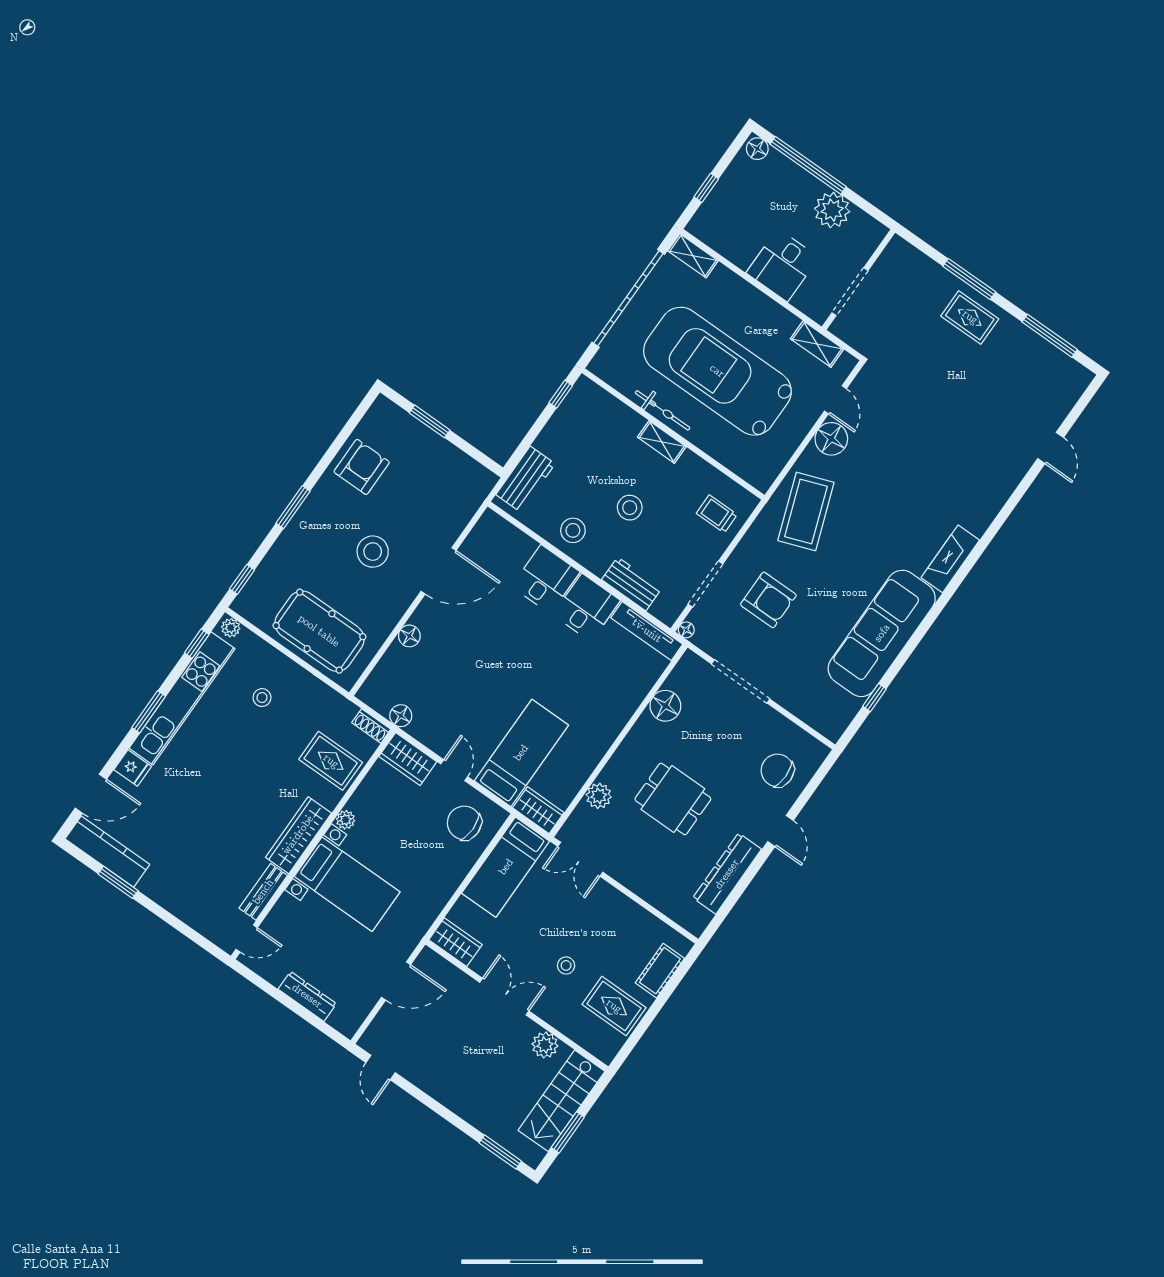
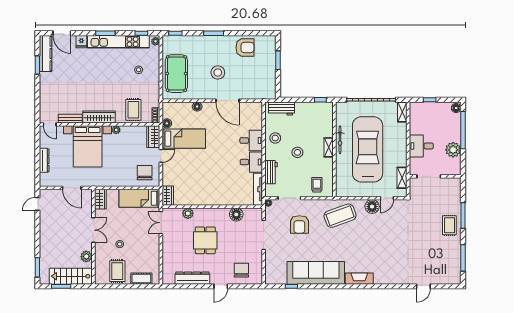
bed: (521, 753) -> (184, 139), moved
bed with nightstands: (347, 884) -> (88, 146), width x1.36

